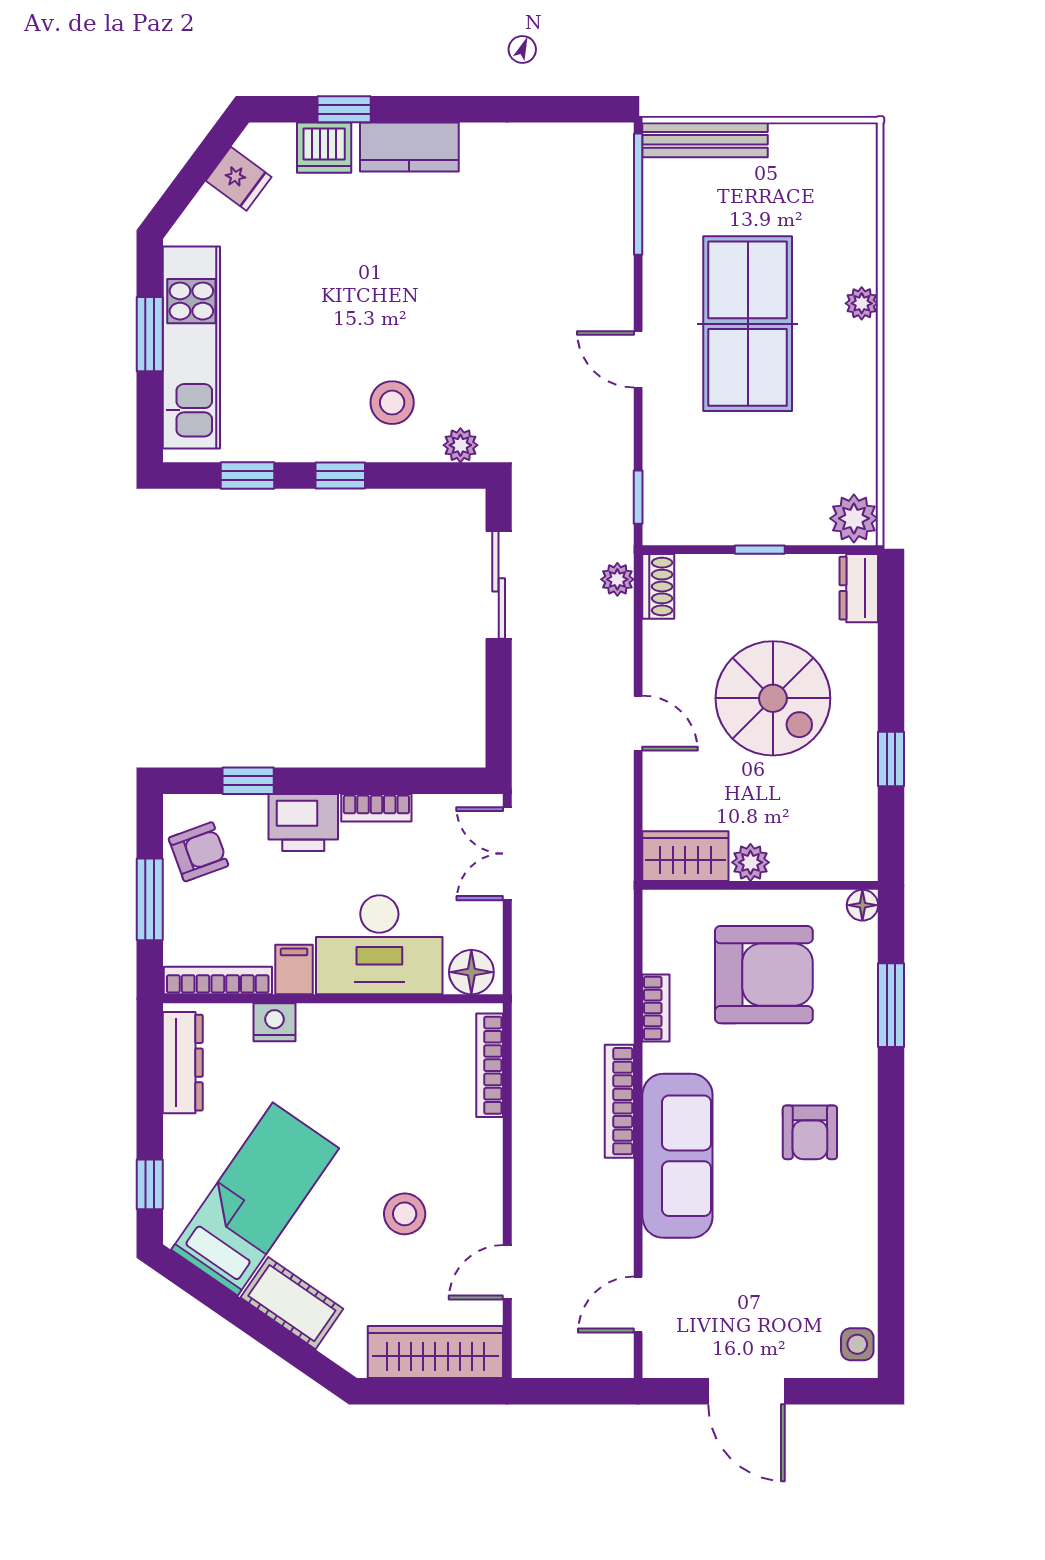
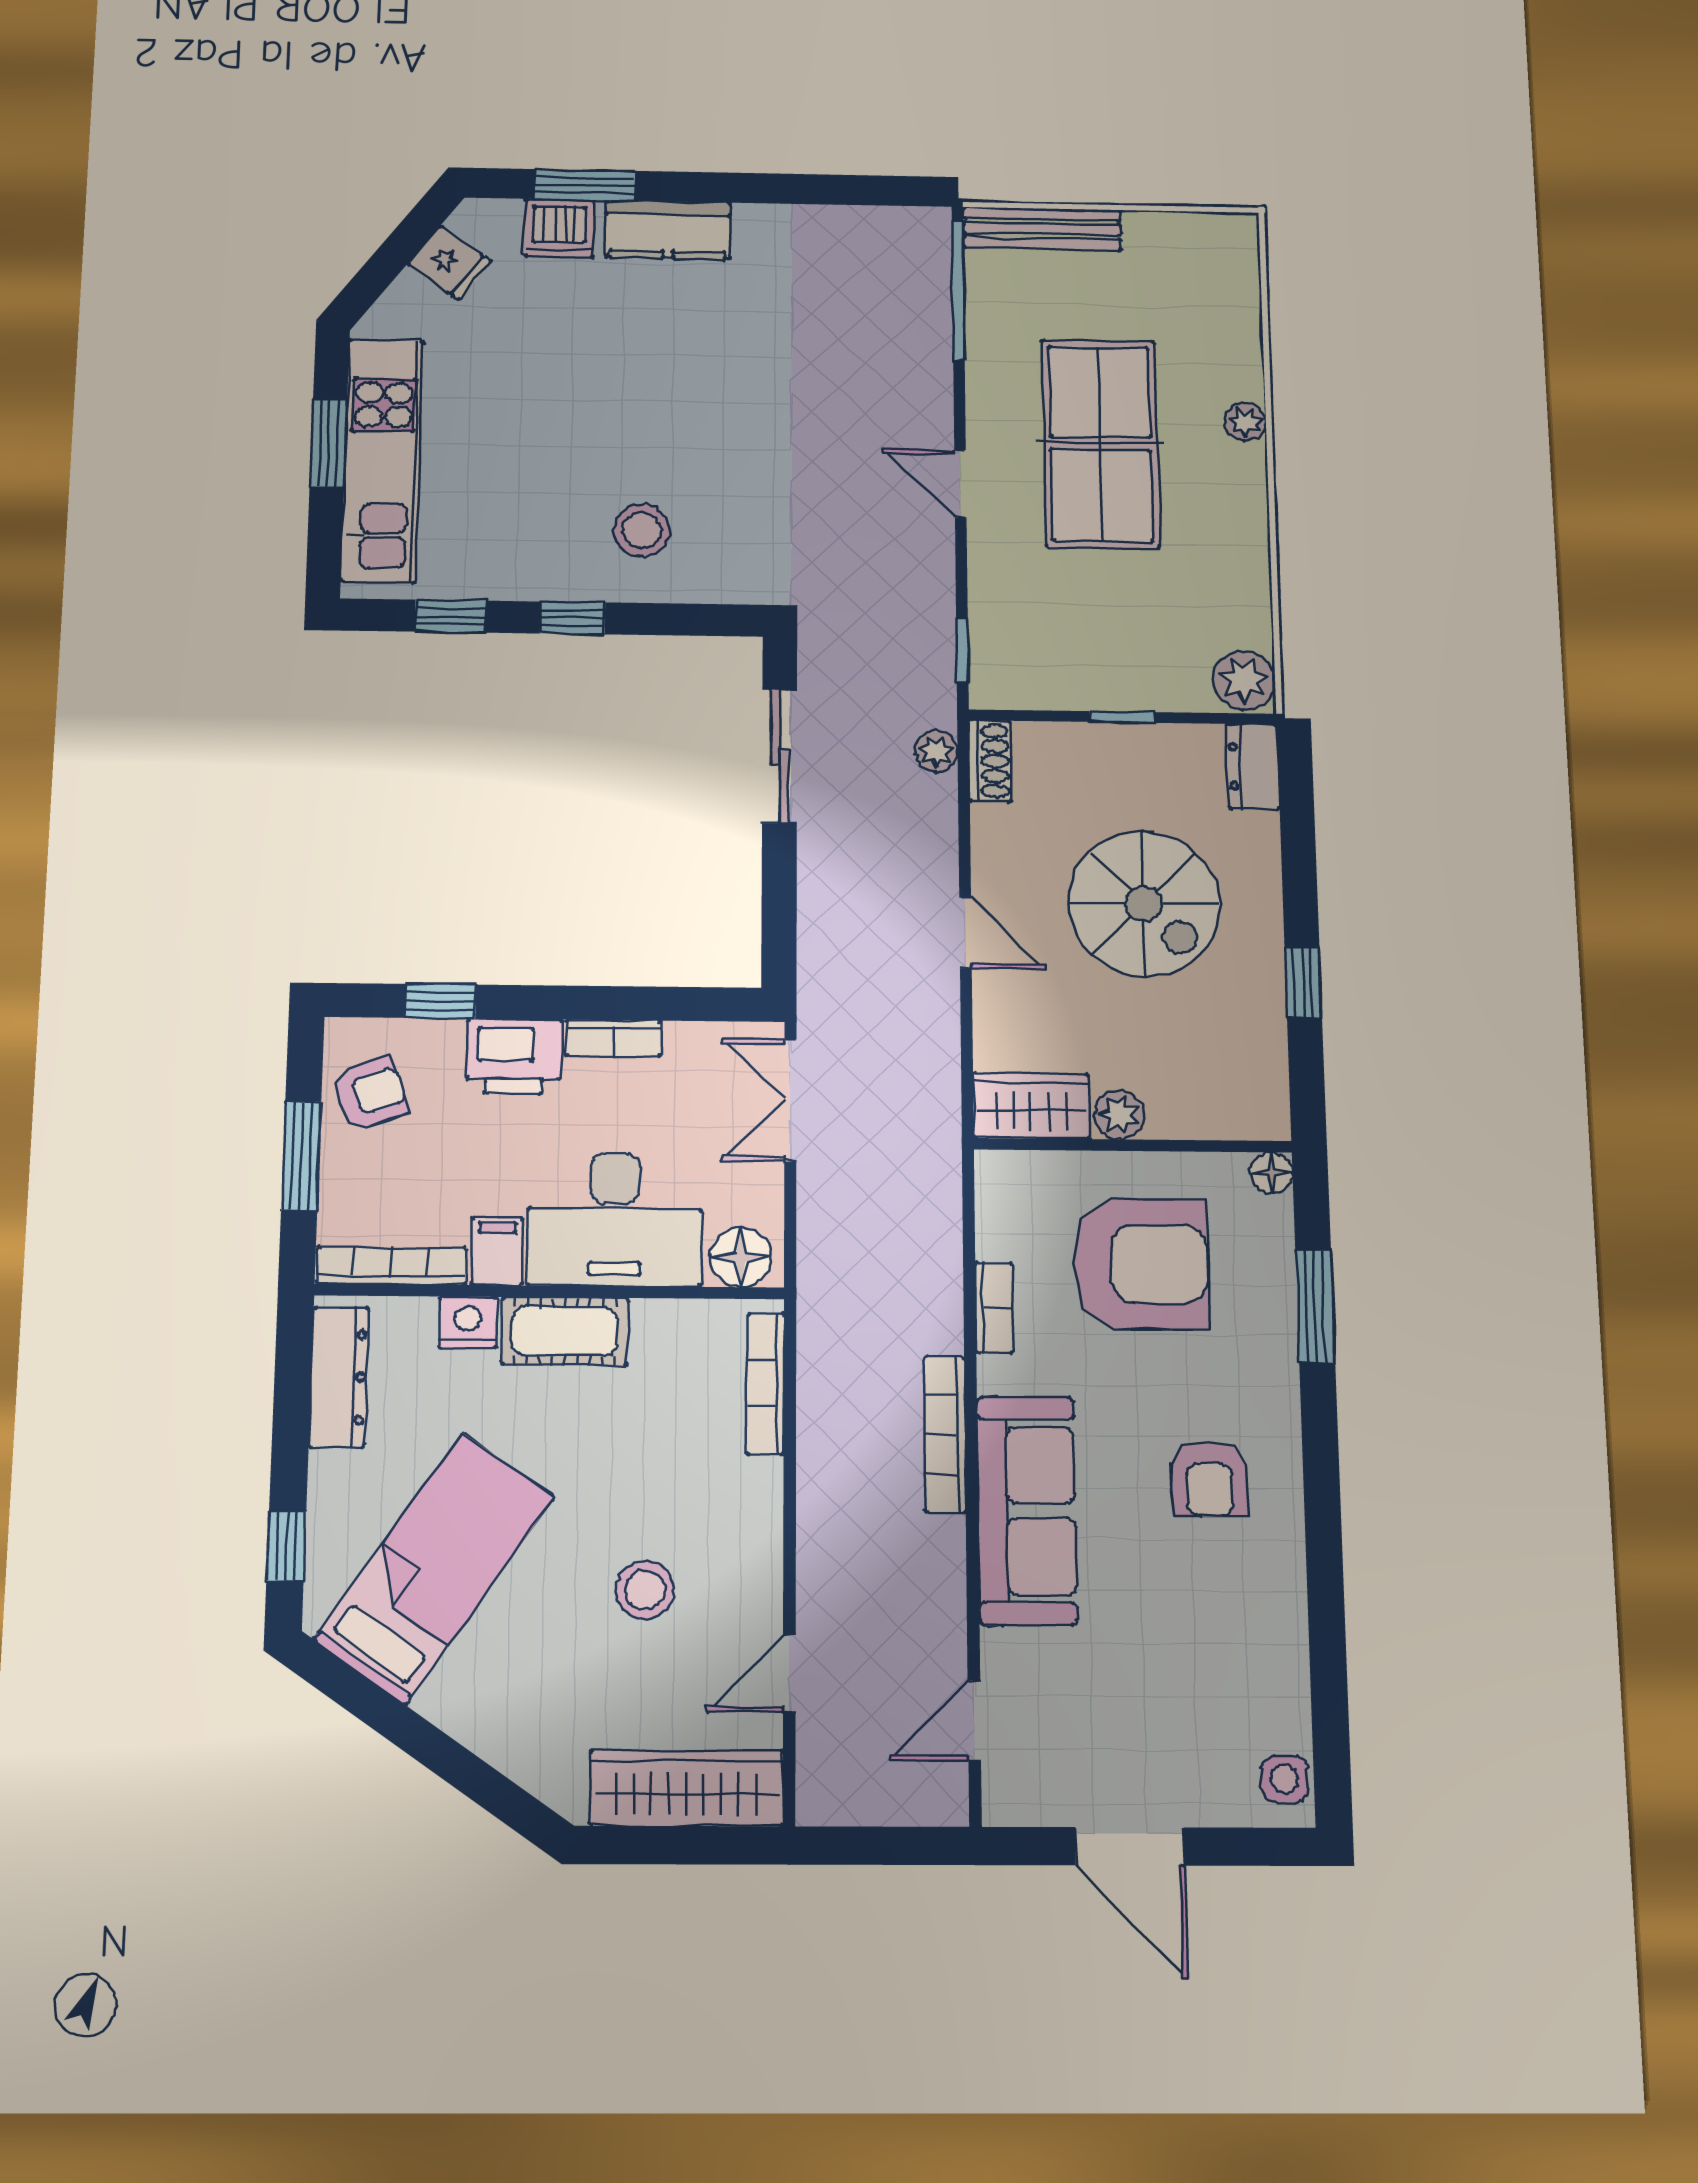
window: (344, 109) -> (586, 185), width x1.50
plant: (460, 445) -> (730, 583), removed
cot: (292, 1303) -> (565, 1331), moved, turned -35

